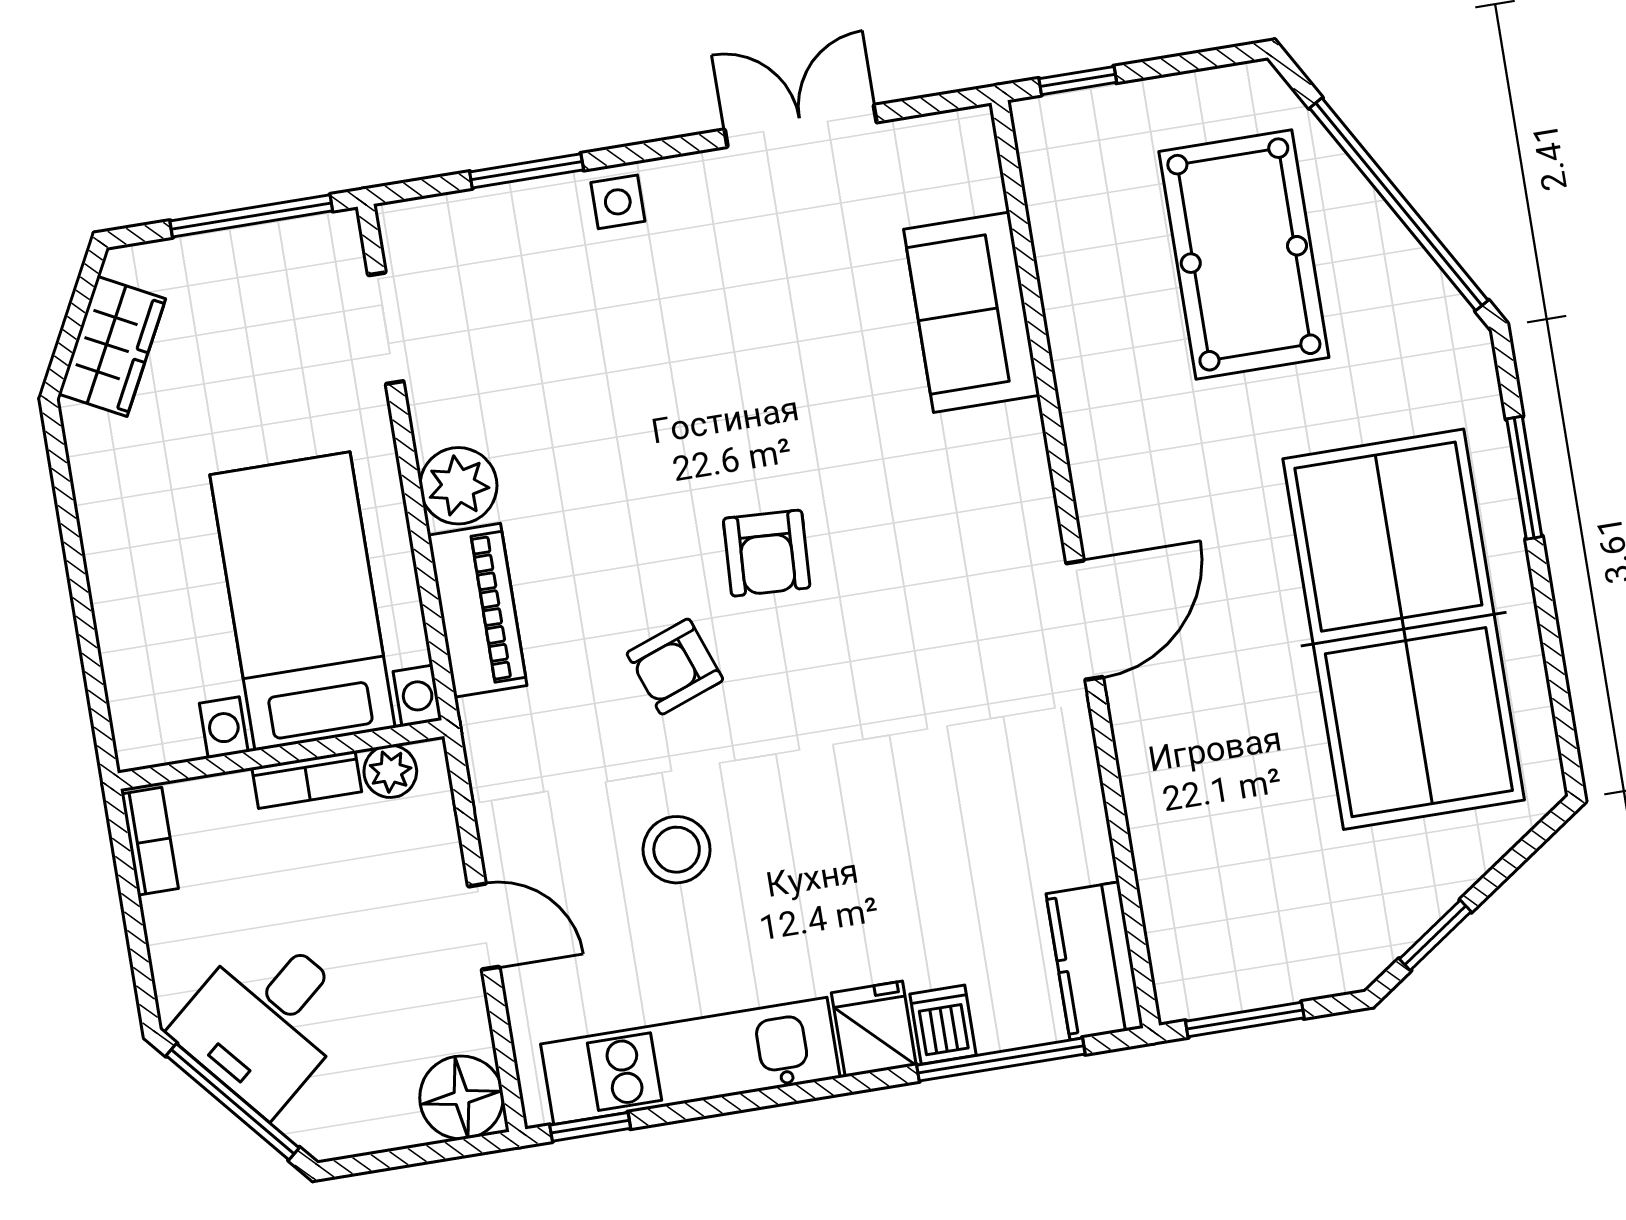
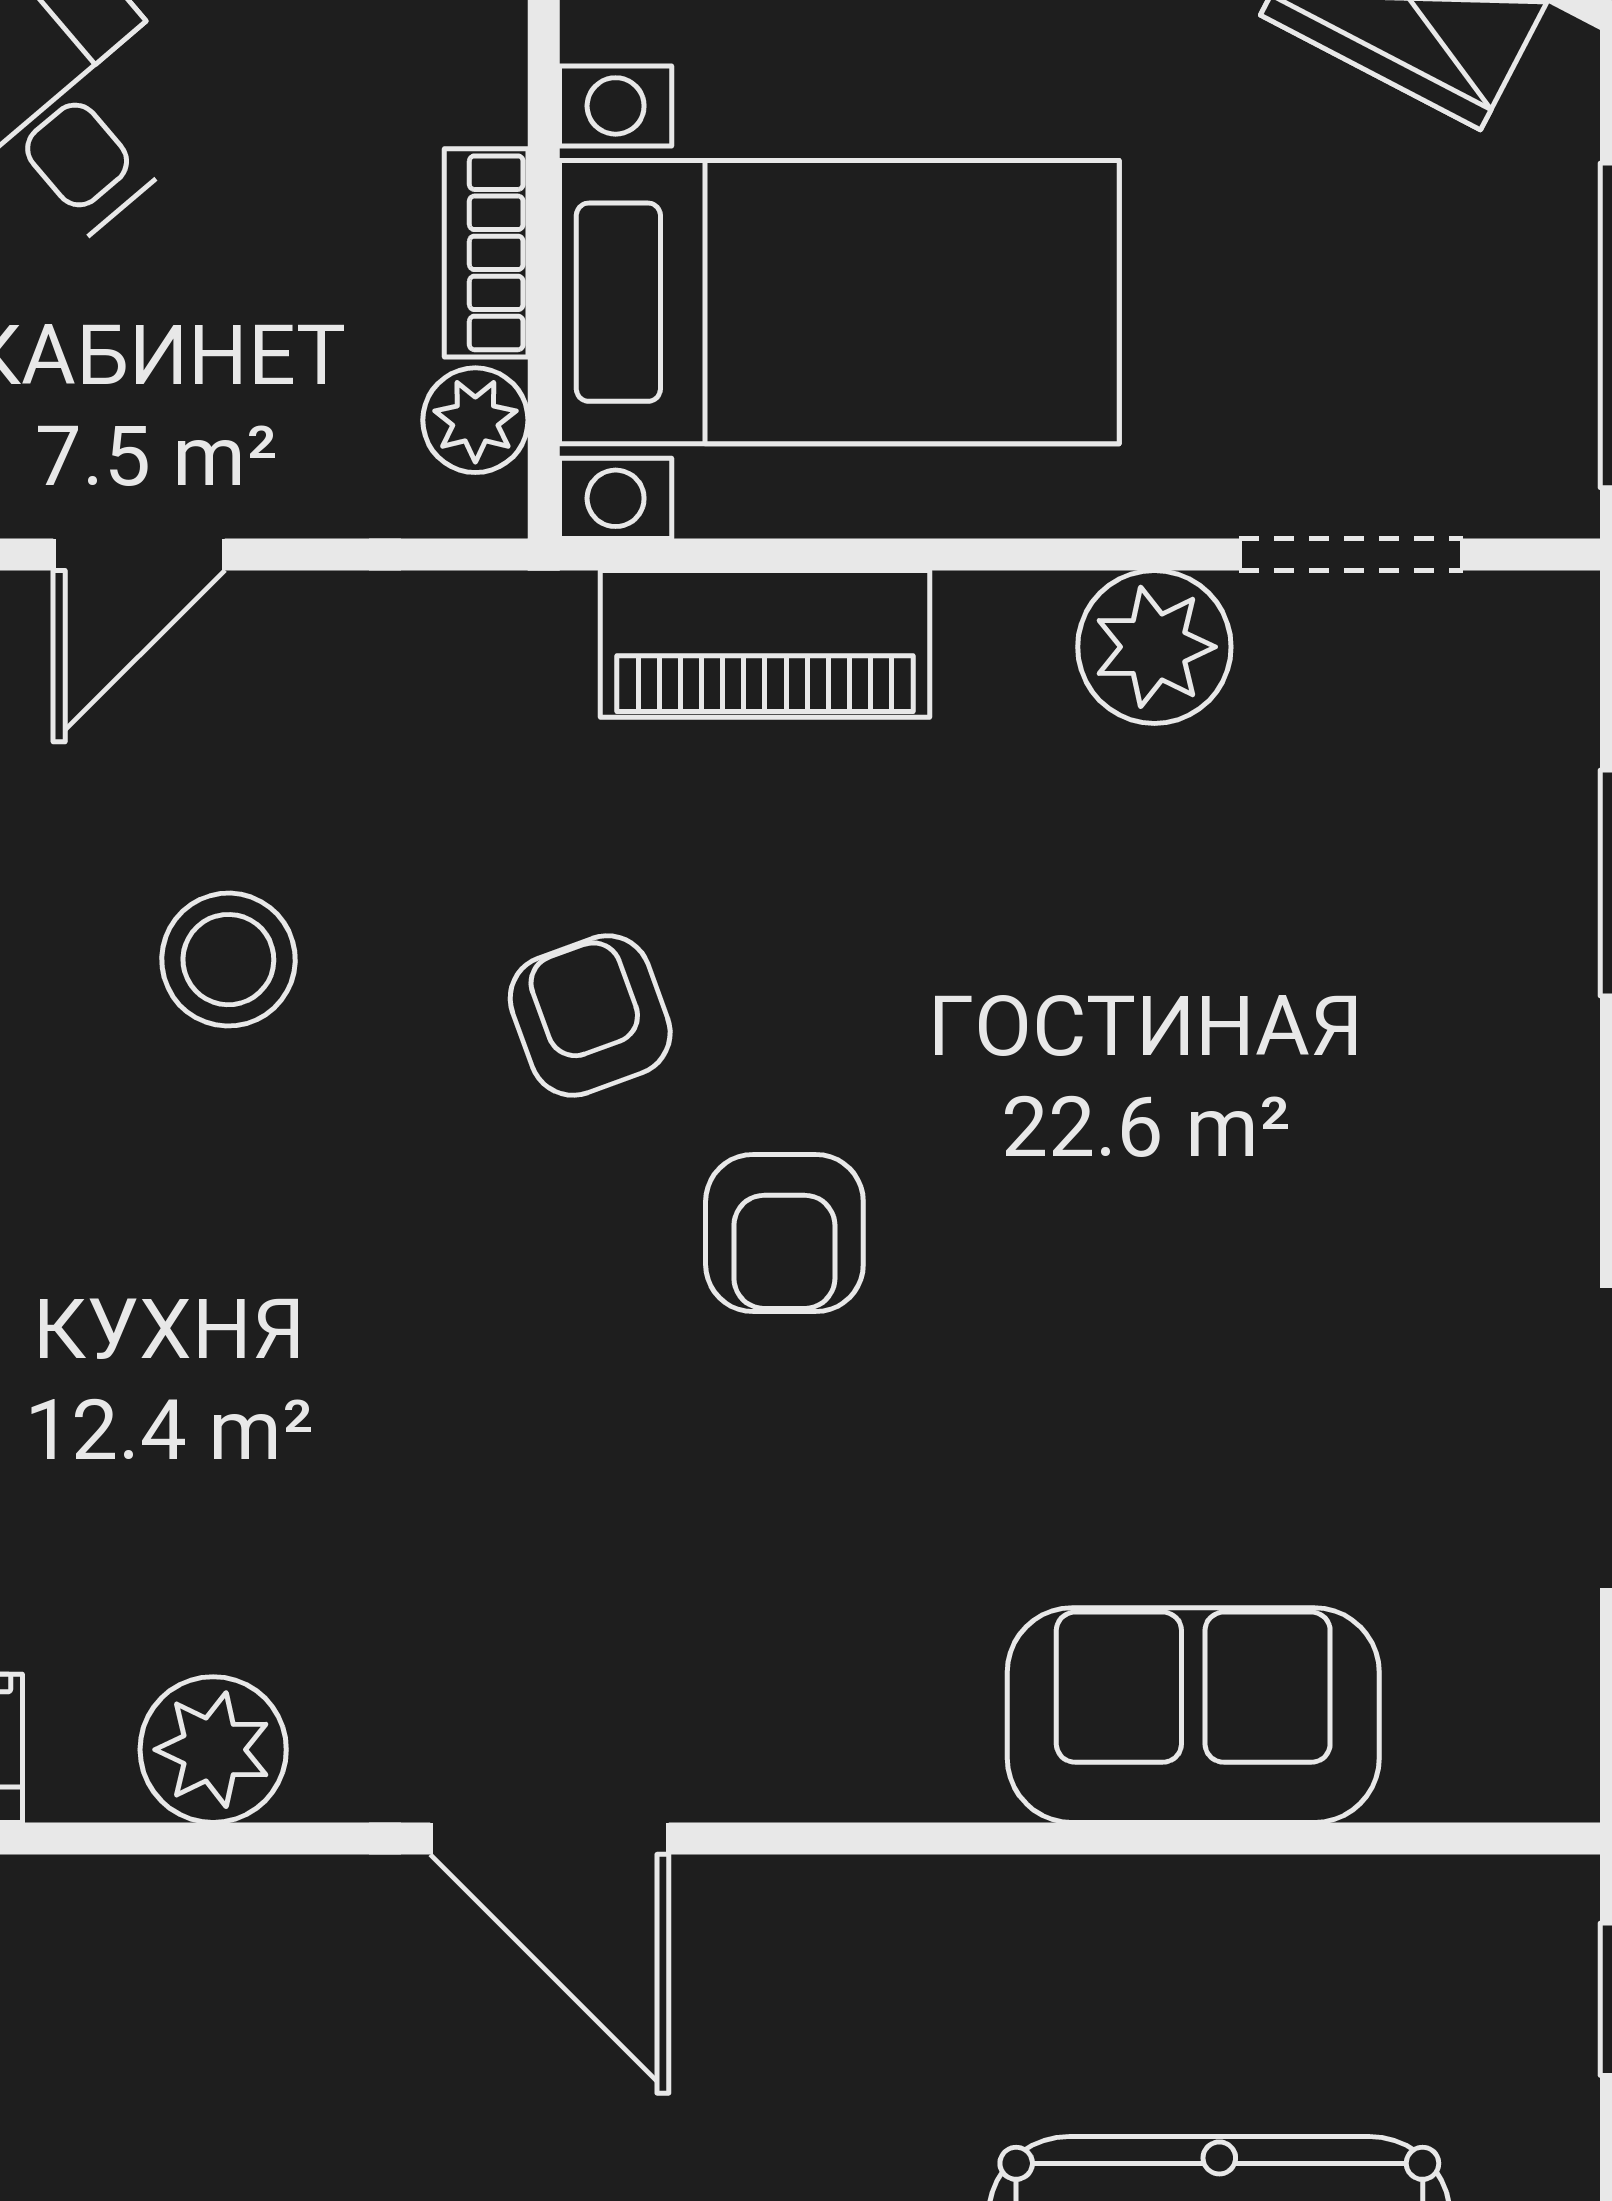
side table: (618, 202) -> (1525, 1053), removed
plant: (458, 486) -> (1154, 647), moved
armchair: (767, 553) -> (784, 1233), turned -93
plant: (1068, 793) -> (213, 1750), added

